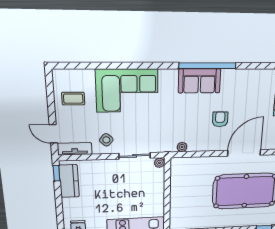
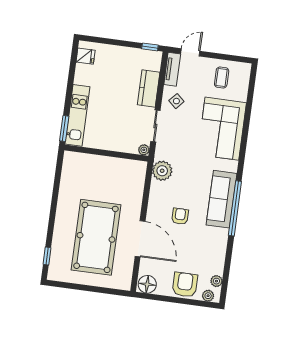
sofa: (199, 81) -> (222, 199), width x1.36
armchair: (220, 119) -> (180, 216), turned -90
plant: (182, 147) -> (162, 171), width x1.88, depth x1.88
kitchen counter: (69, 181) -> (149, 88), moved, turned 90

